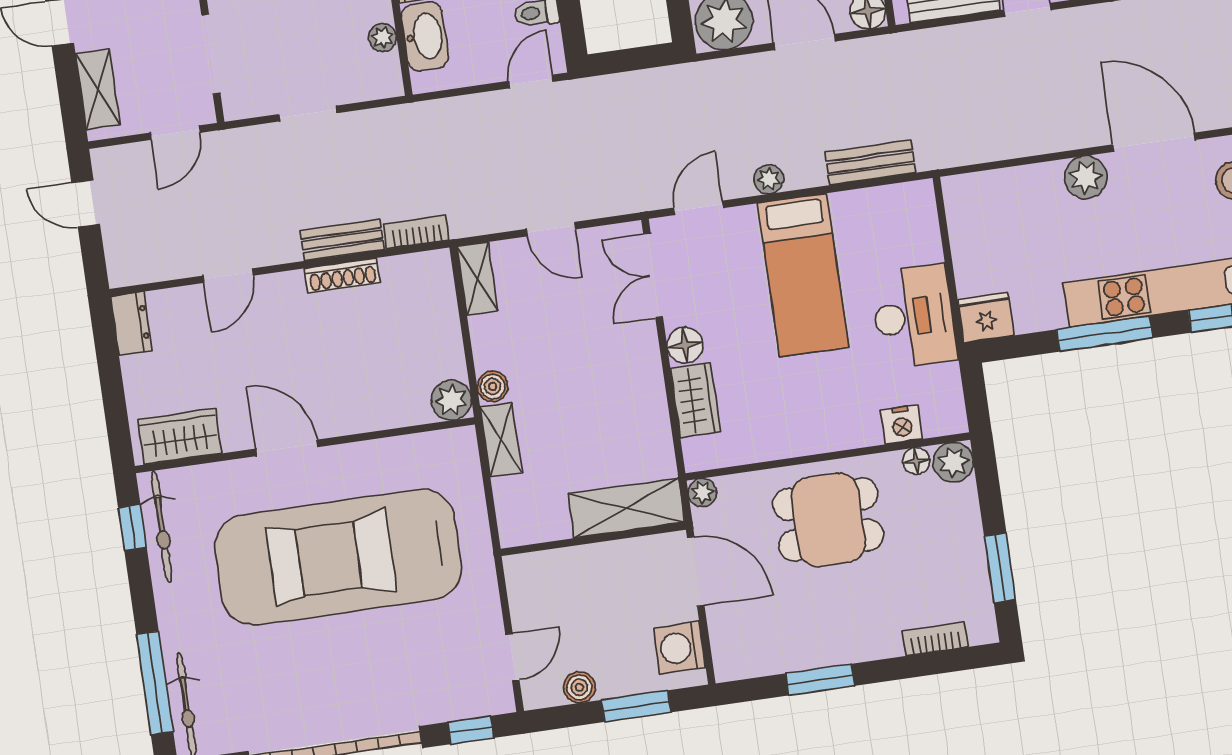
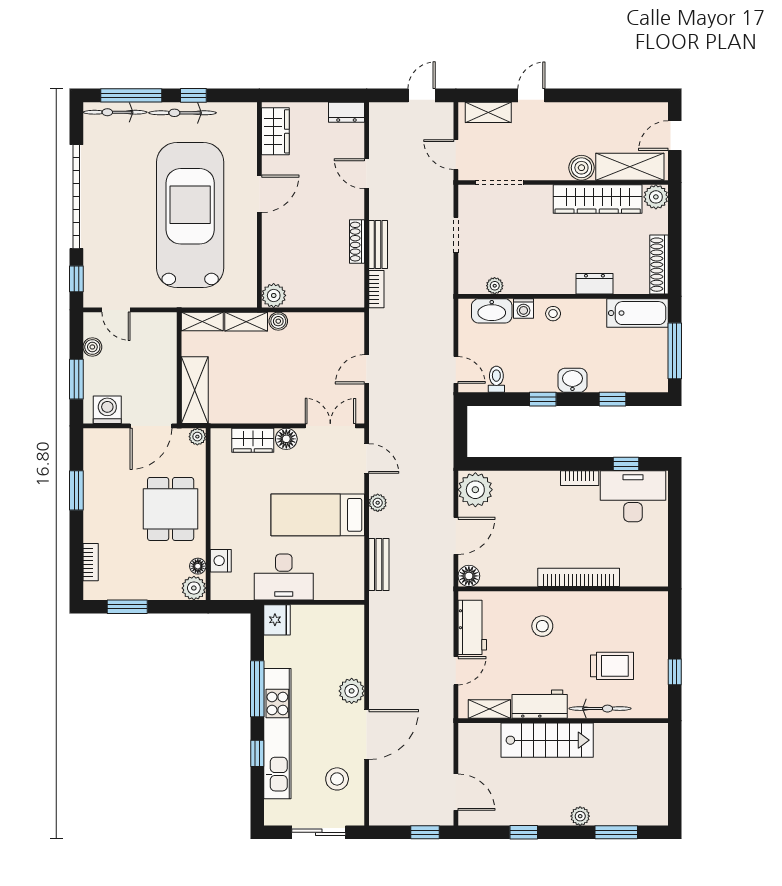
shelving: (477, 279) -> (202, 321), moved
bicycle: (162, 527) -> (183, 113), moved
window: (132, 528) -> (193, 95), moved

